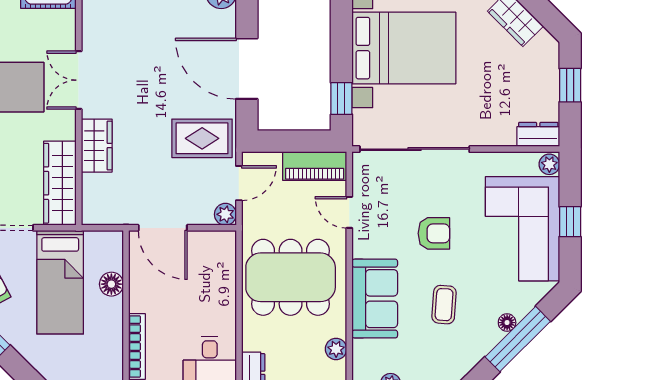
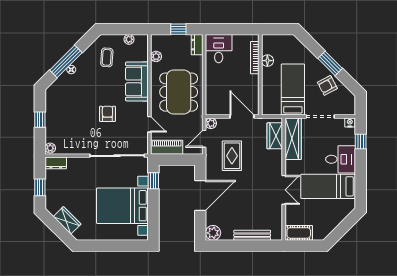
door: (247, 69) -> (200, 196), hinge flipped
rug: (202, 138) -> (232, 156), moved, turned 90
wardrobe: (97, 146) -> (275, 136), moved
corner sofa: (522, 229) -> (64, 116), removed
armchair: (434, 233) -> (107, 114), turned 90
dining table: (291, 277) -> (179, 92), turned 90
floor lamp: (111, 284) -> (267, 61), moved
coffee table: (444, 305) -> (107, 57), moved

